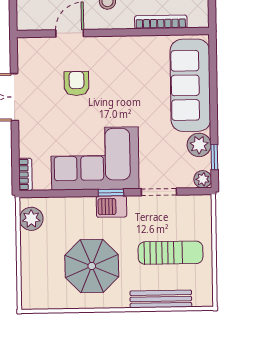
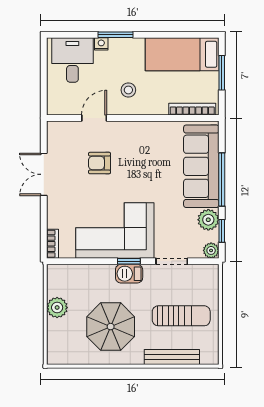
bookcase: (161, 22) -> (192, 109), moved
armchair: (77, 83) -> (100, 163), turned -90
window: (213, 100) -> (222, 180), added
plant: (31, 219) -> (57, 308), moved

